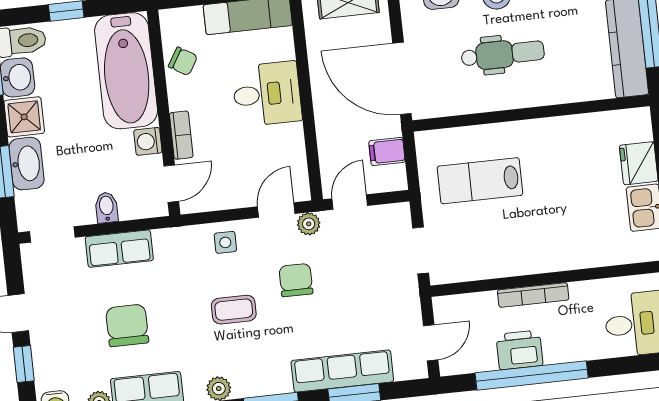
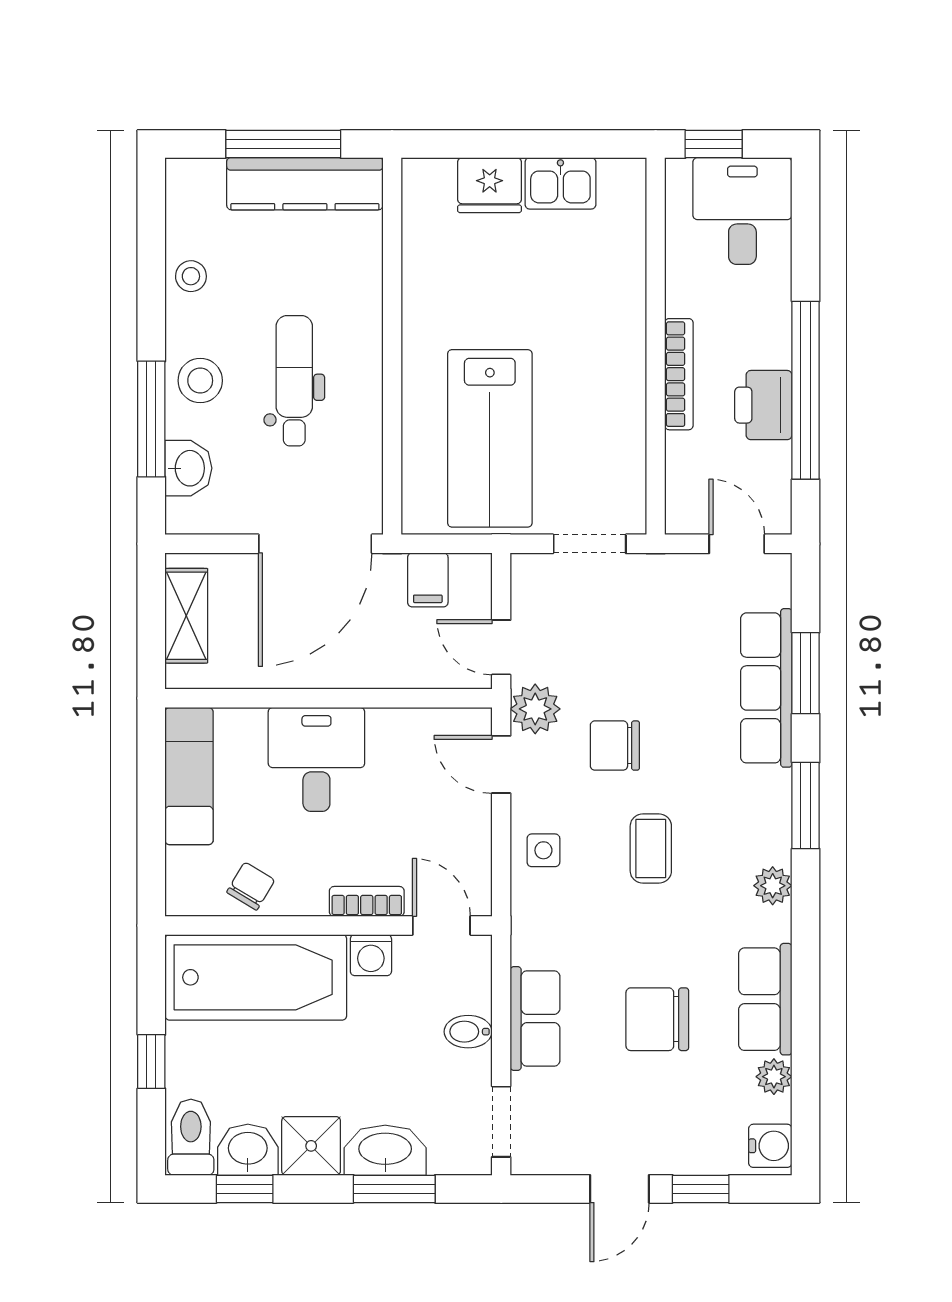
lab bench: (480, 181) -> (490, 438), width x1.36, depth x1.39
plant: (309, 224) -> (535, 709), width x1.38, depth x1.38

